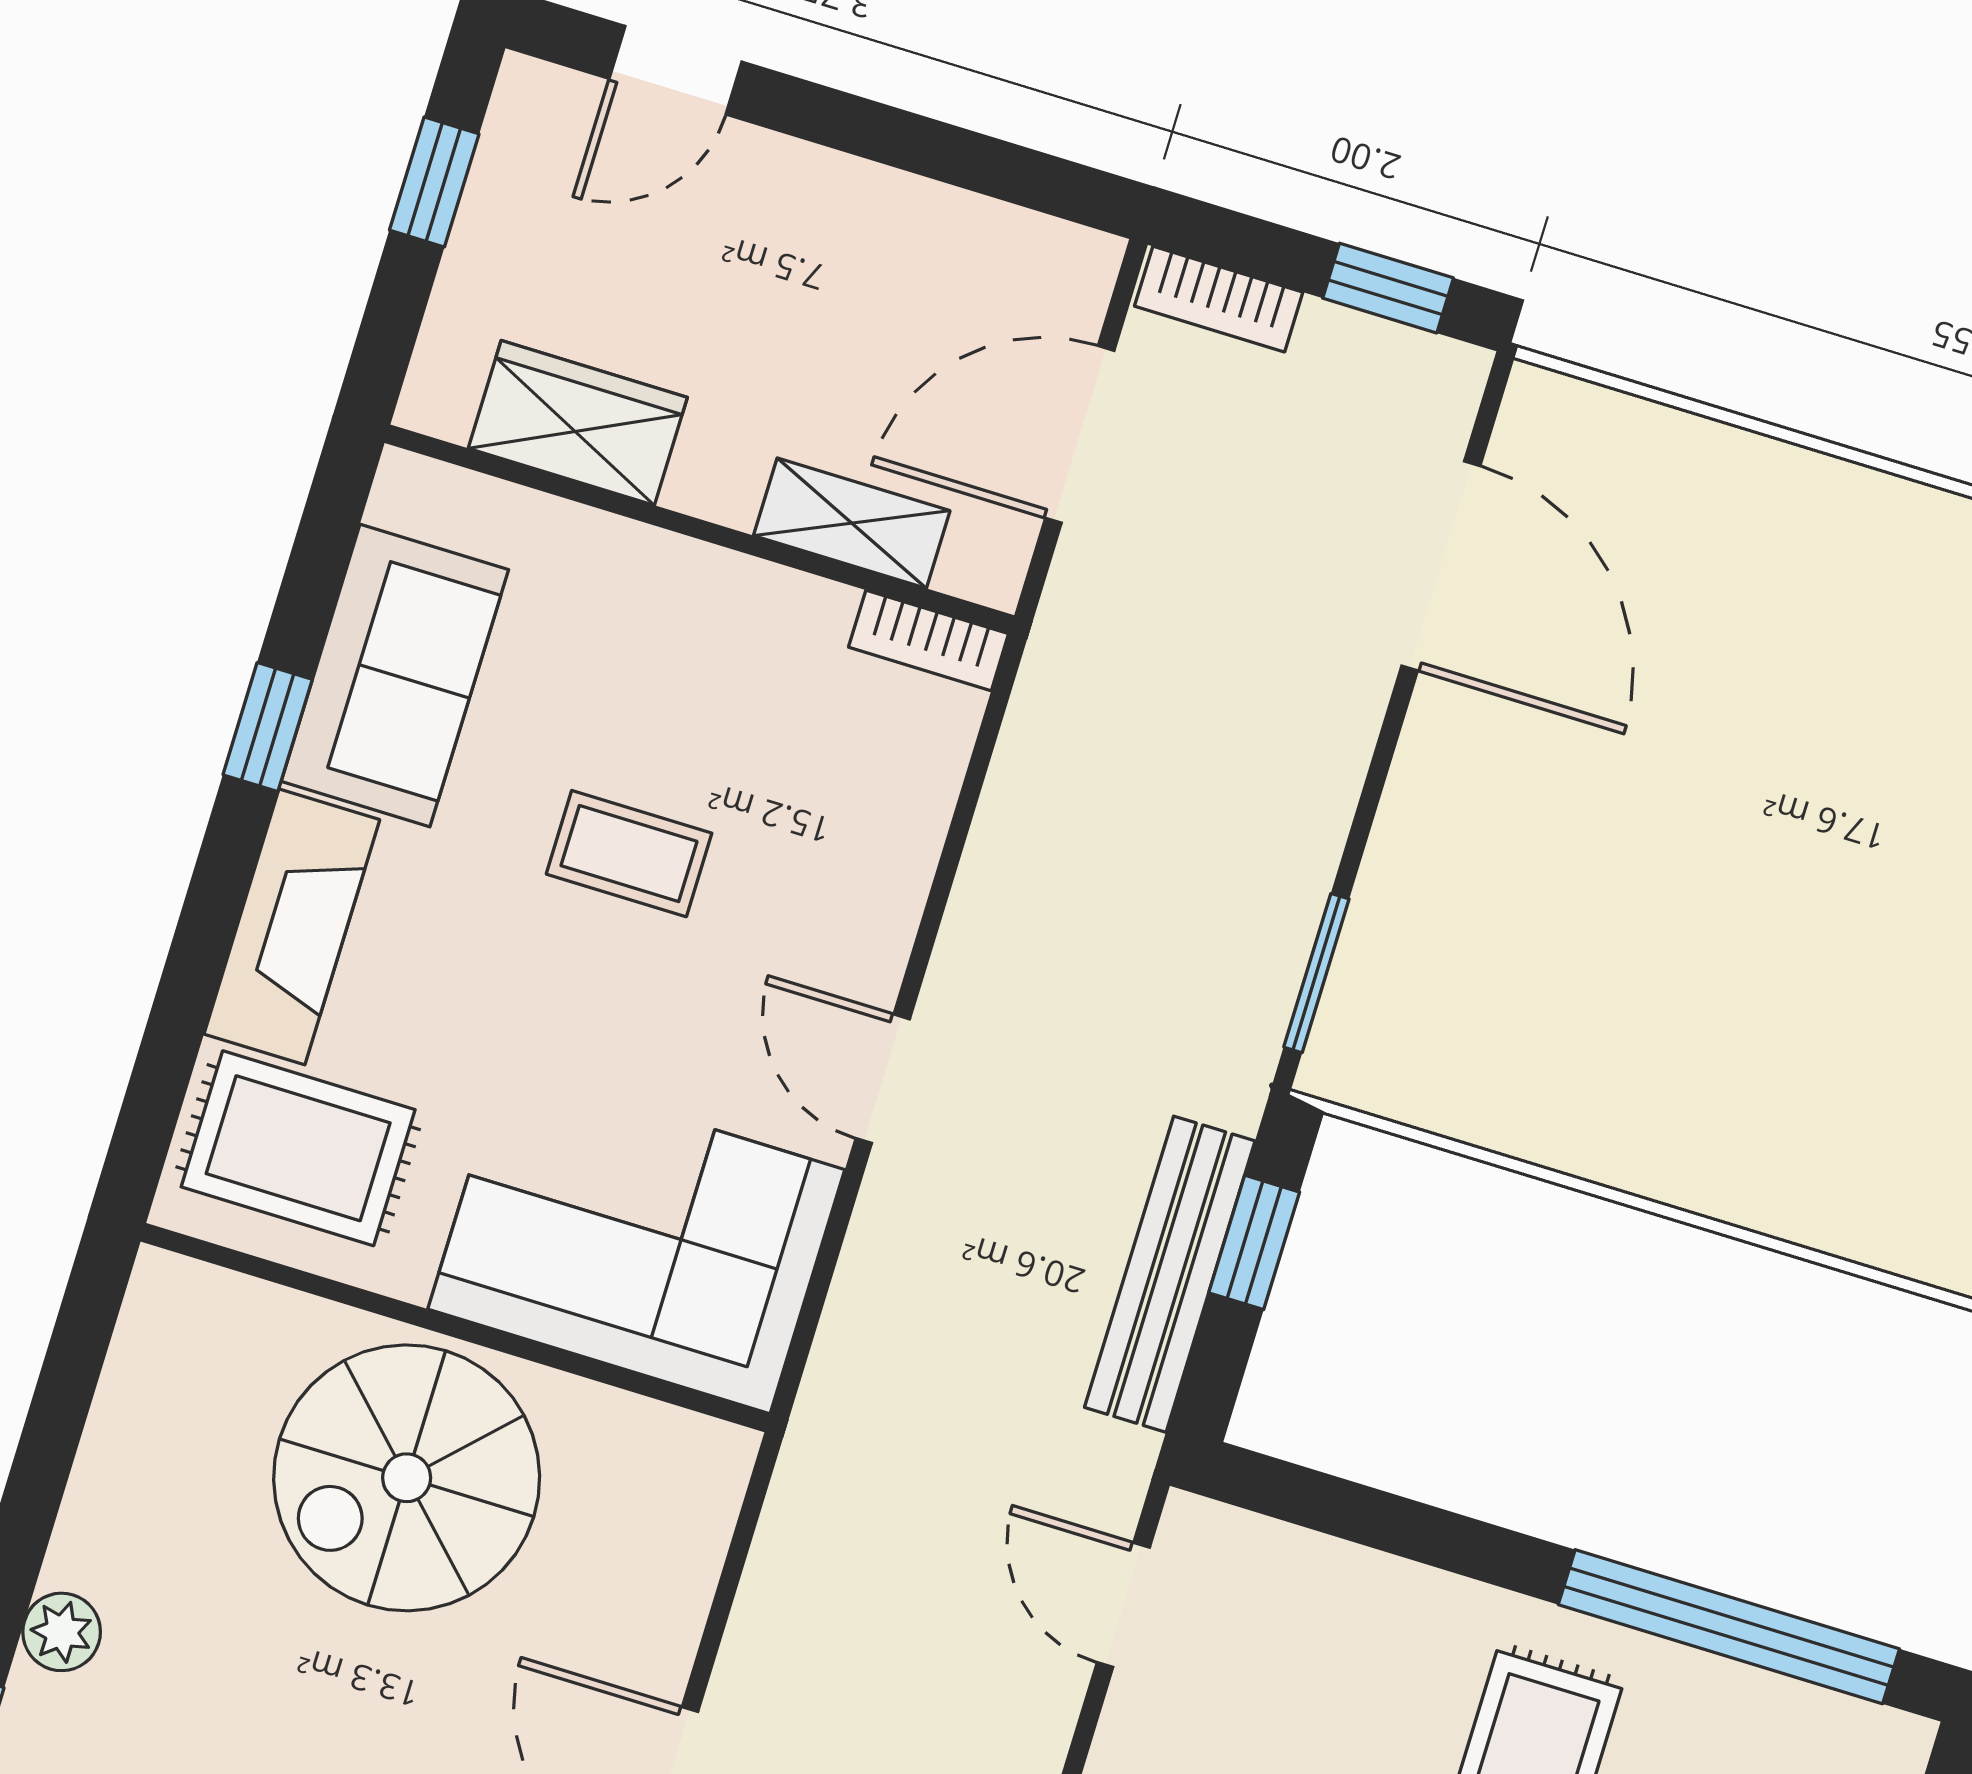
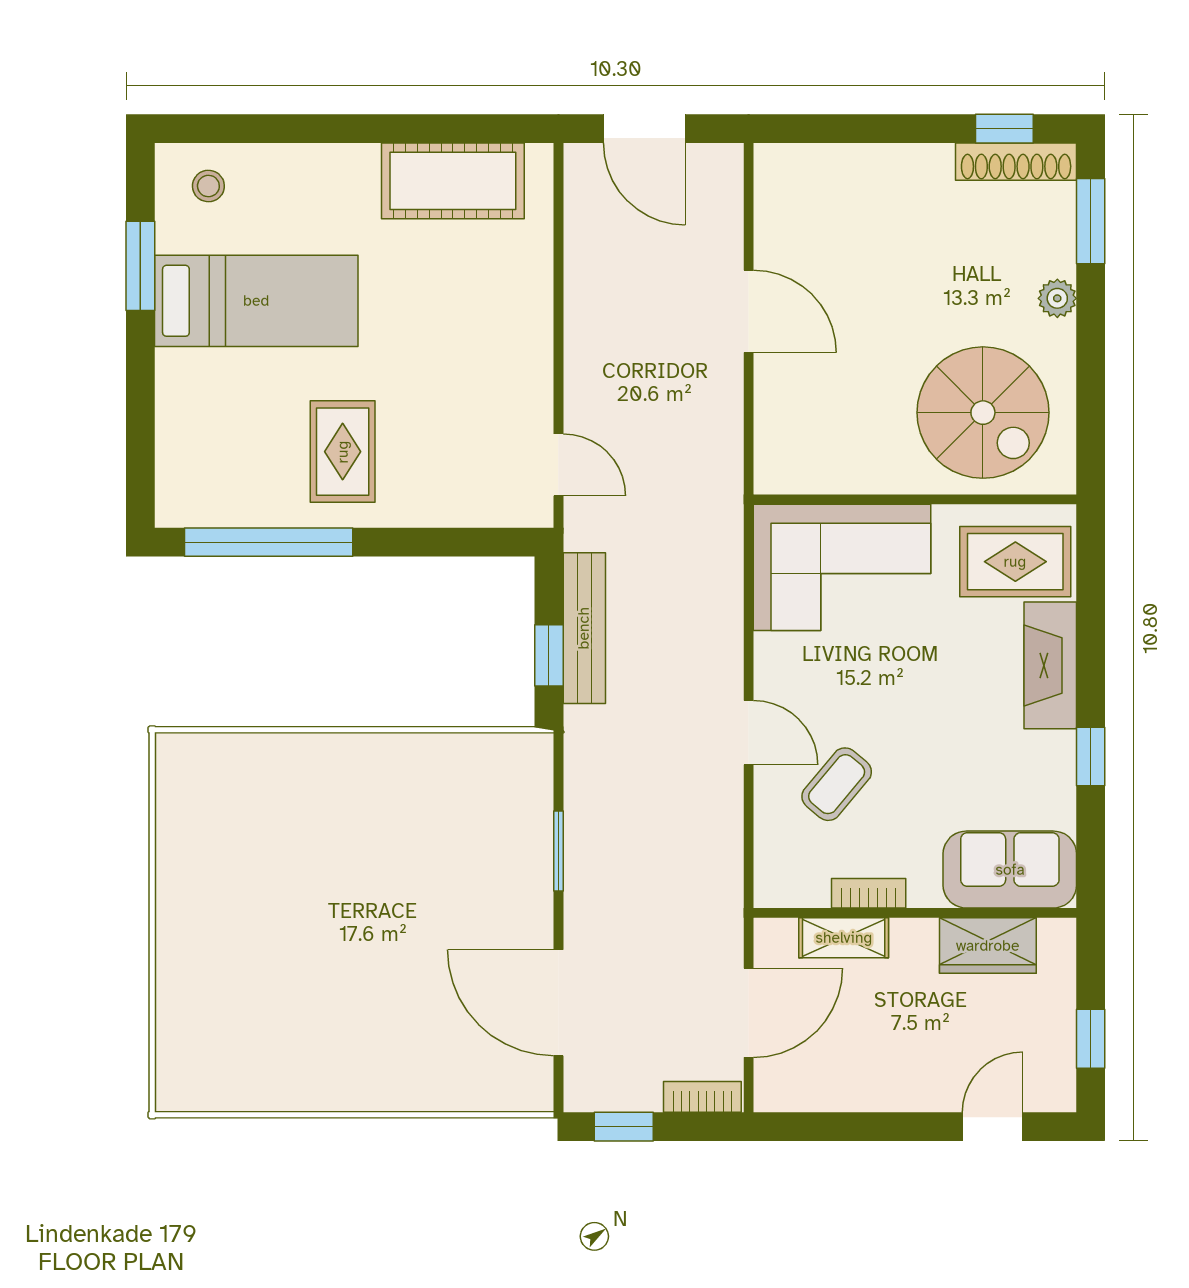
bookcase: (929, 640) -> (869, 893), moved
sofa: (395, 675) -> (1010, 870), moved, turned 90
coffee table: (629, 854) -> (837, 784), moved, turned -50
window: (1316, 973) -> (558, 851), moved
door: (883, 1079) -> (749, 733), moved
spiral stairs: (407, 1478) -> (983, 413), moved, turned 90

